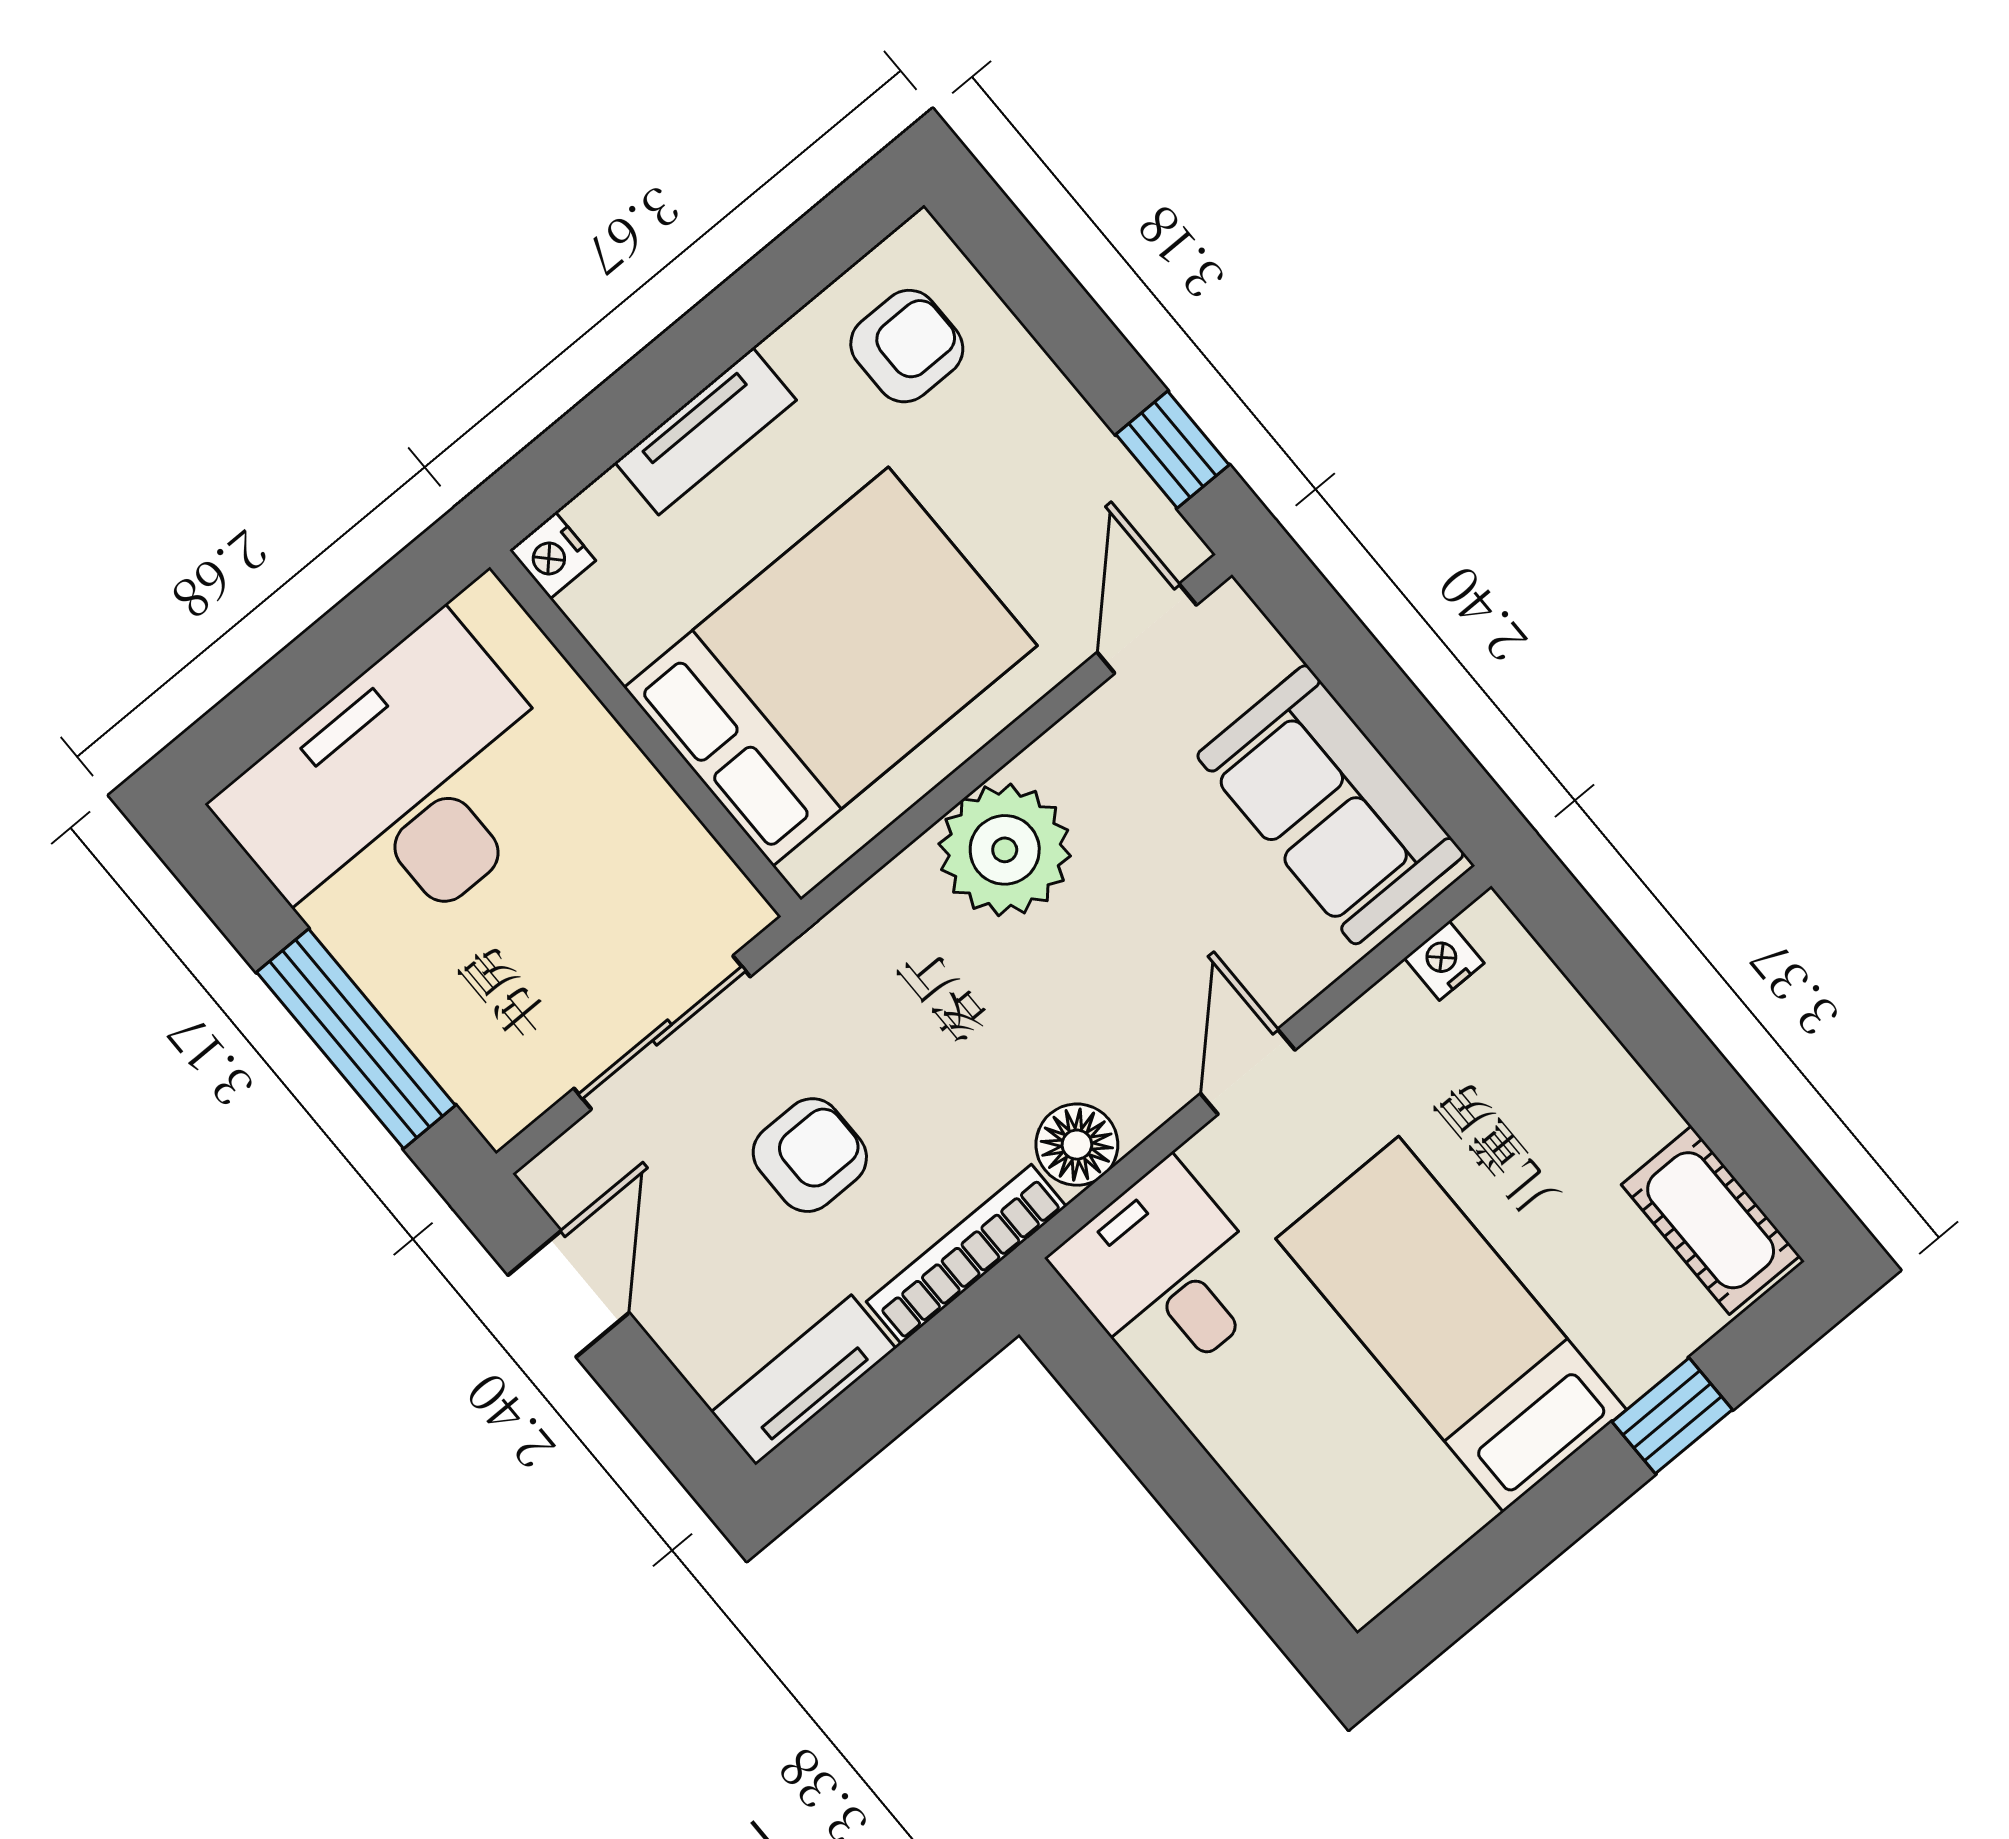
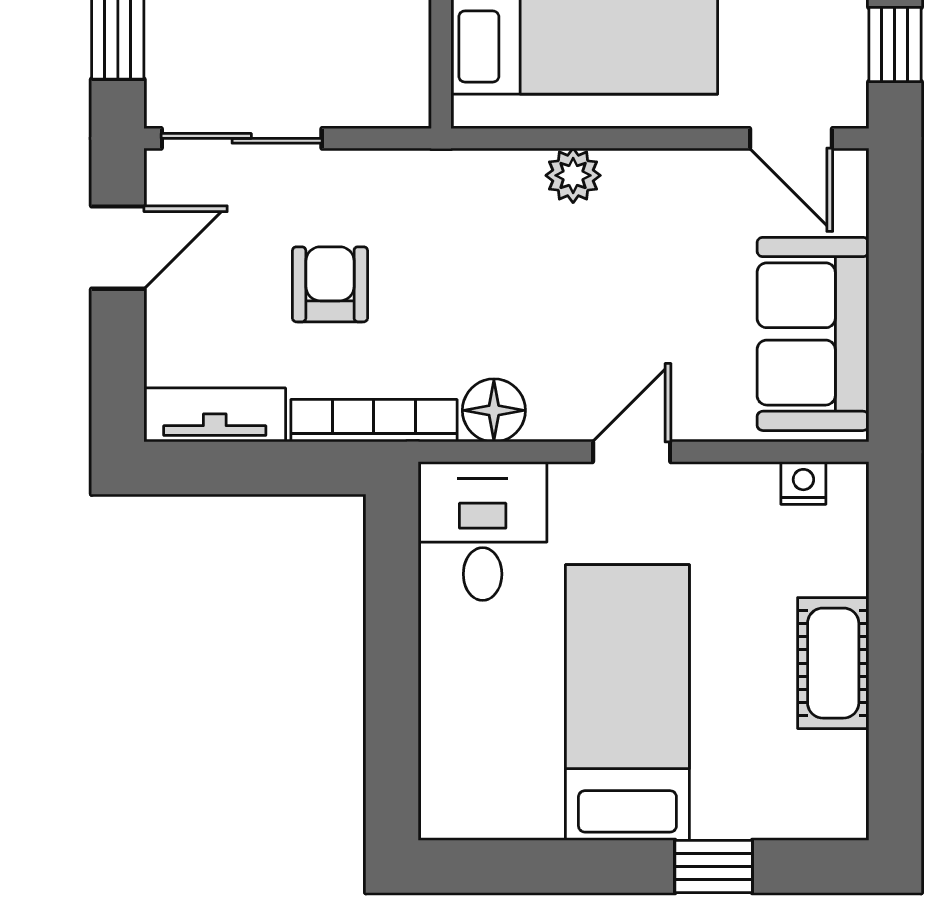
door: (1147, 629) -> (791, 138), swing flipped
plant: (1005, 850) -> (573, 175), width x0.53, depth x0.53
sliding door: (662, 1033) -> (242, 138), moved
armchair: (810, 1155) -> (330, 284), turned -90
cot: (1711, 1220) -> (833, 663), moved

